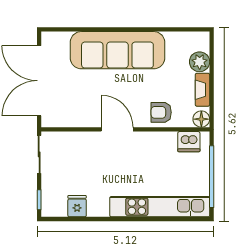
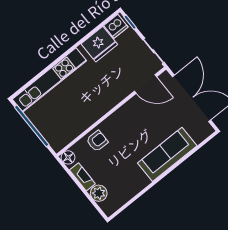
sofa: (117, 50) -> (167, 154), width x0.74, depth x0.79
door: (117, 129) -> (146, 84), moved
dishwasher: (189, 142) -> (116, 26), moved, turned 180
fridge: (77, 206) -> (99, 44), width x1.88, depth x1.34

